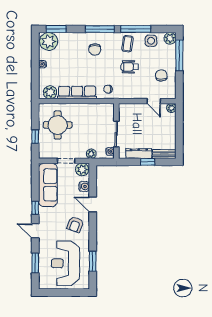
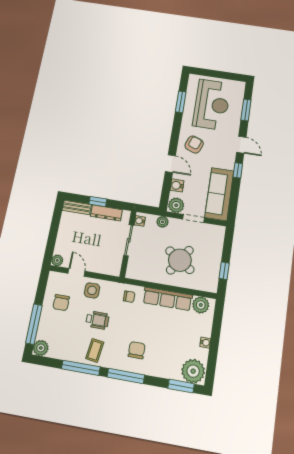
side table: (151, 41) -> (92, 290), moved
round table: (58, 125) -> (180, 260), moved, turned 34
window: (35, 137) -> (224, 271), moved

